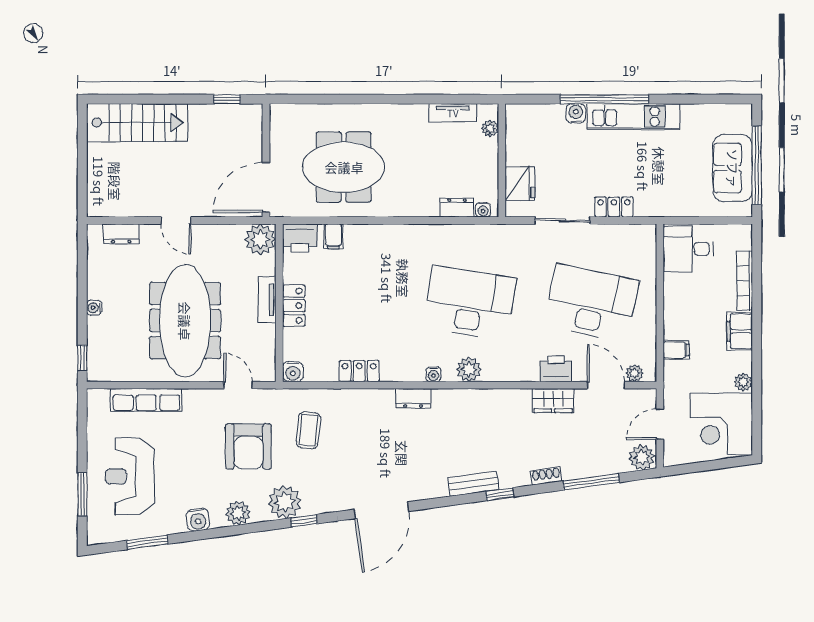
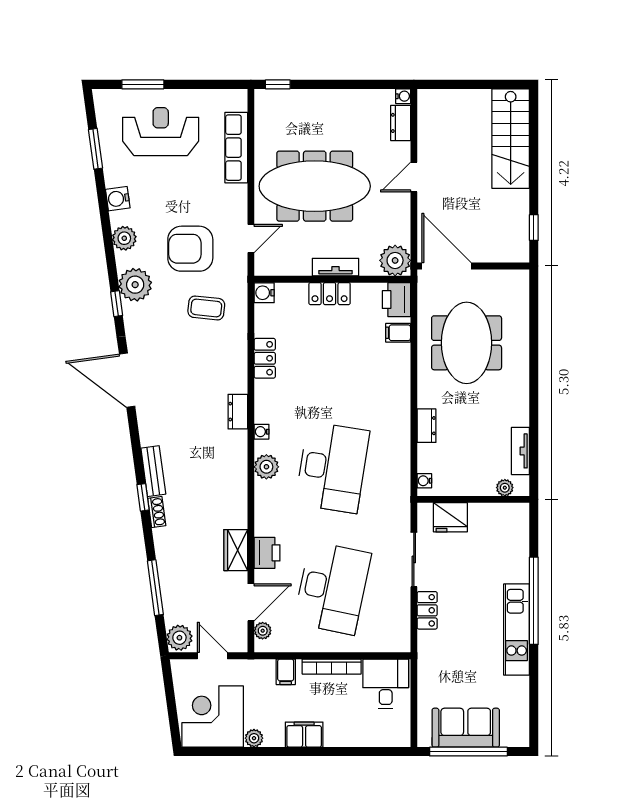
water cooler: (576, 113) -> (520, 572), removed
dresser: (457, 208) -> (427, 426), moved
bookcase: (745, 281) -> (332, 667), moved, turned 180
water cooler: (94, 308) -> (403, 96), moved, turned 90
shoe rack: (546, 476) -> (157, 512), moved

